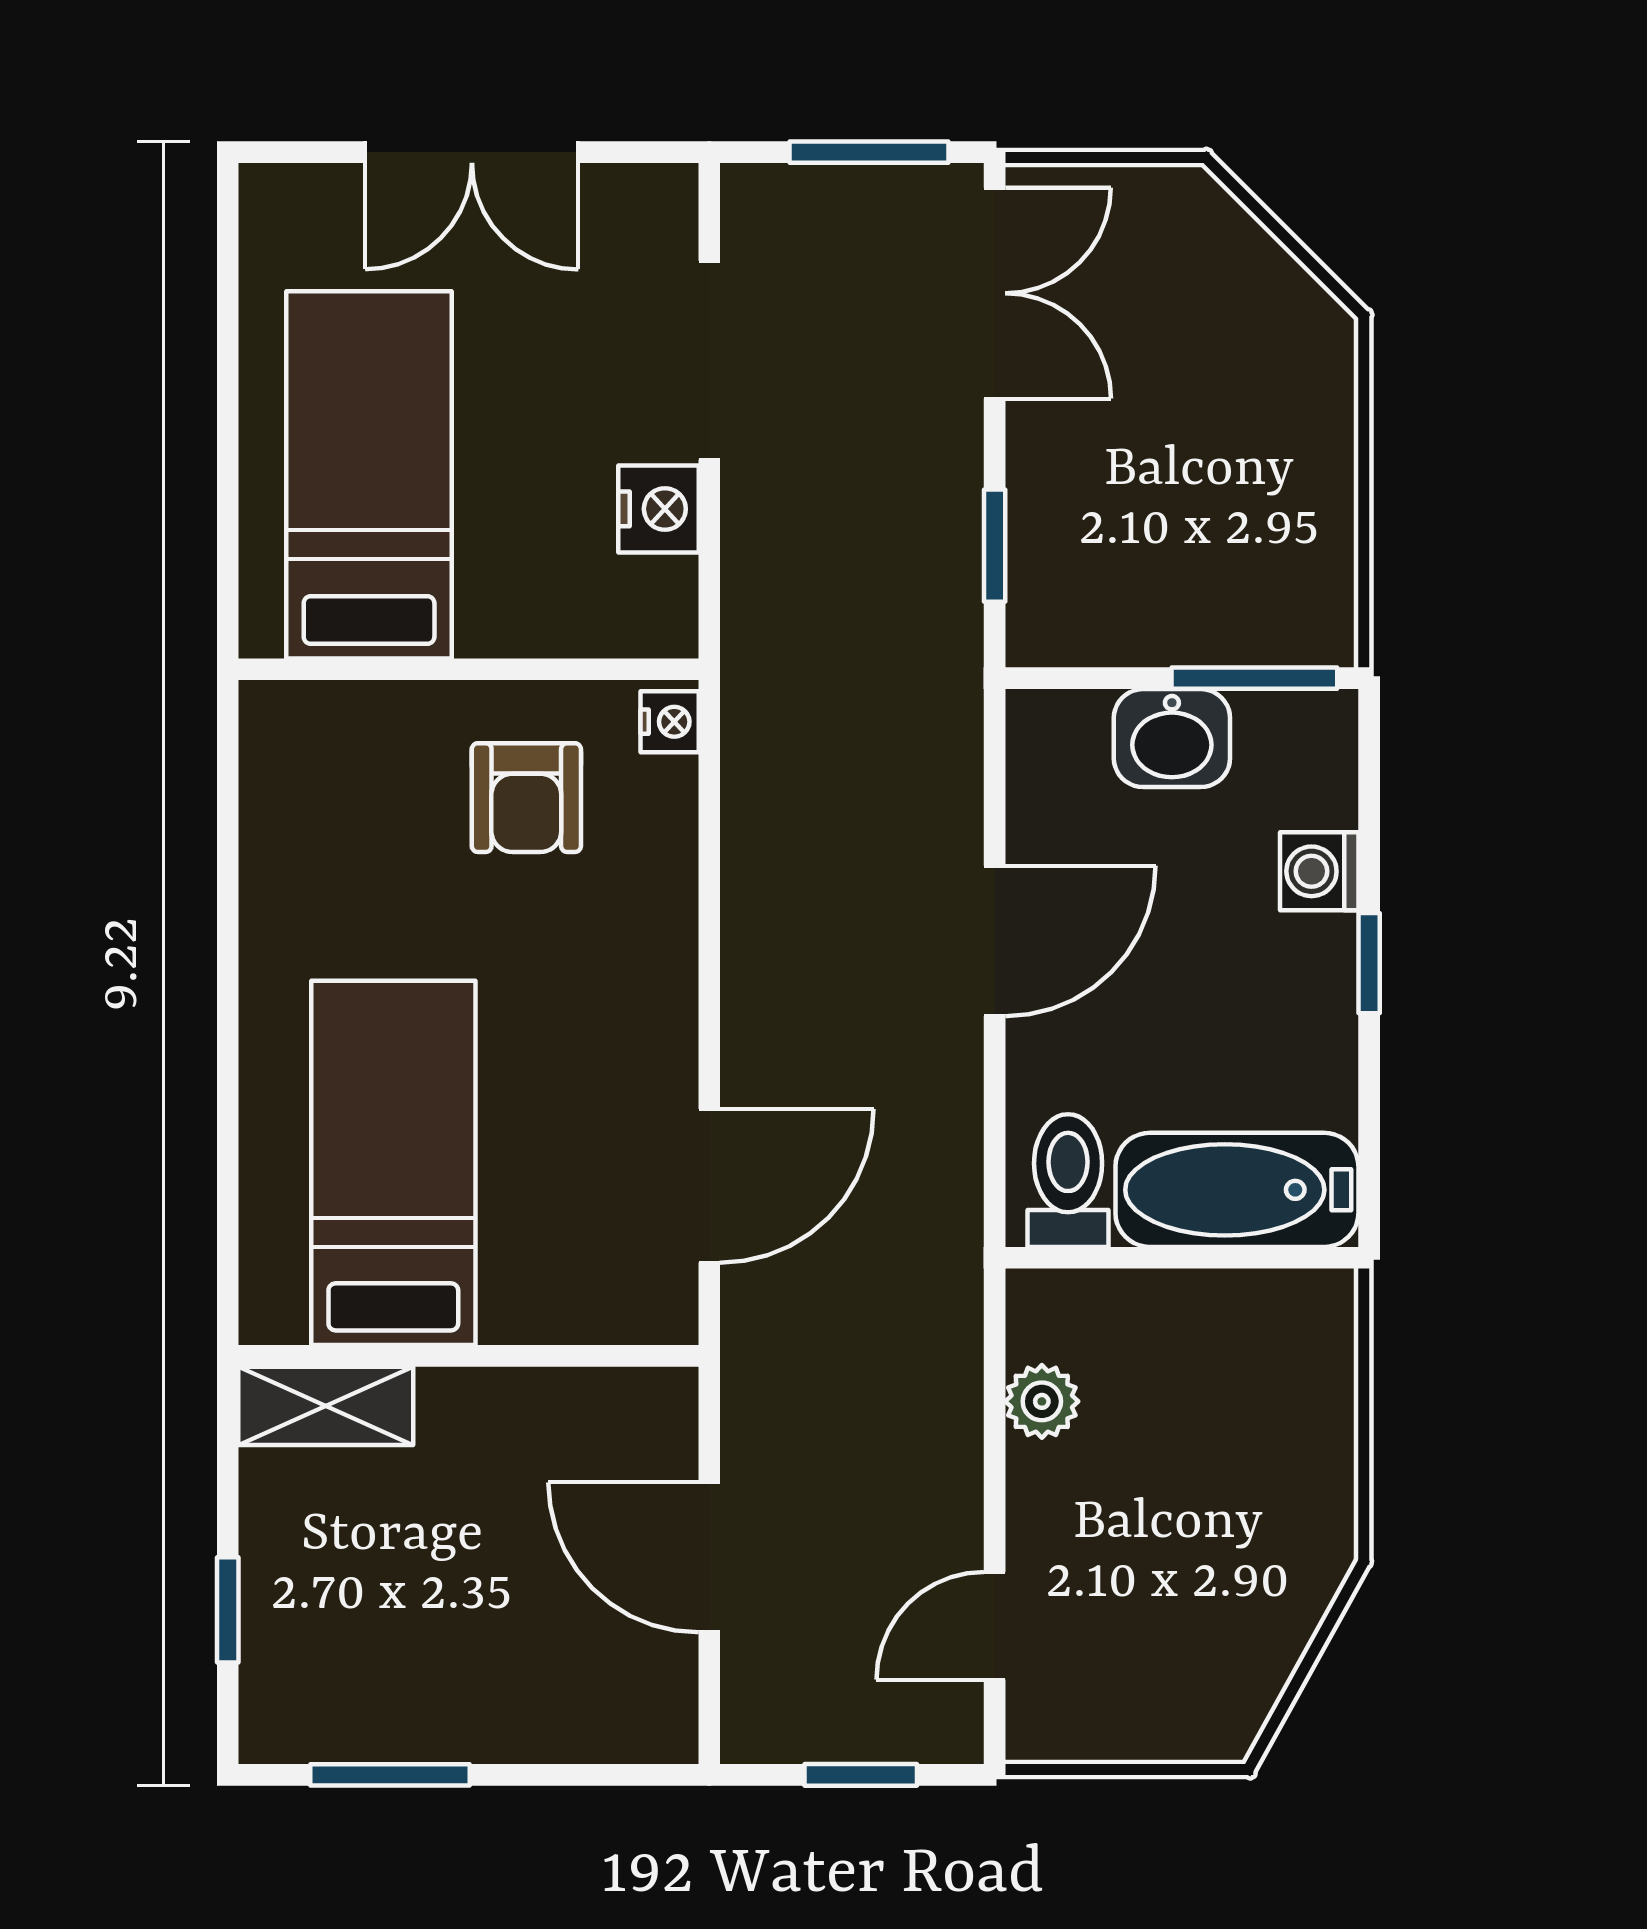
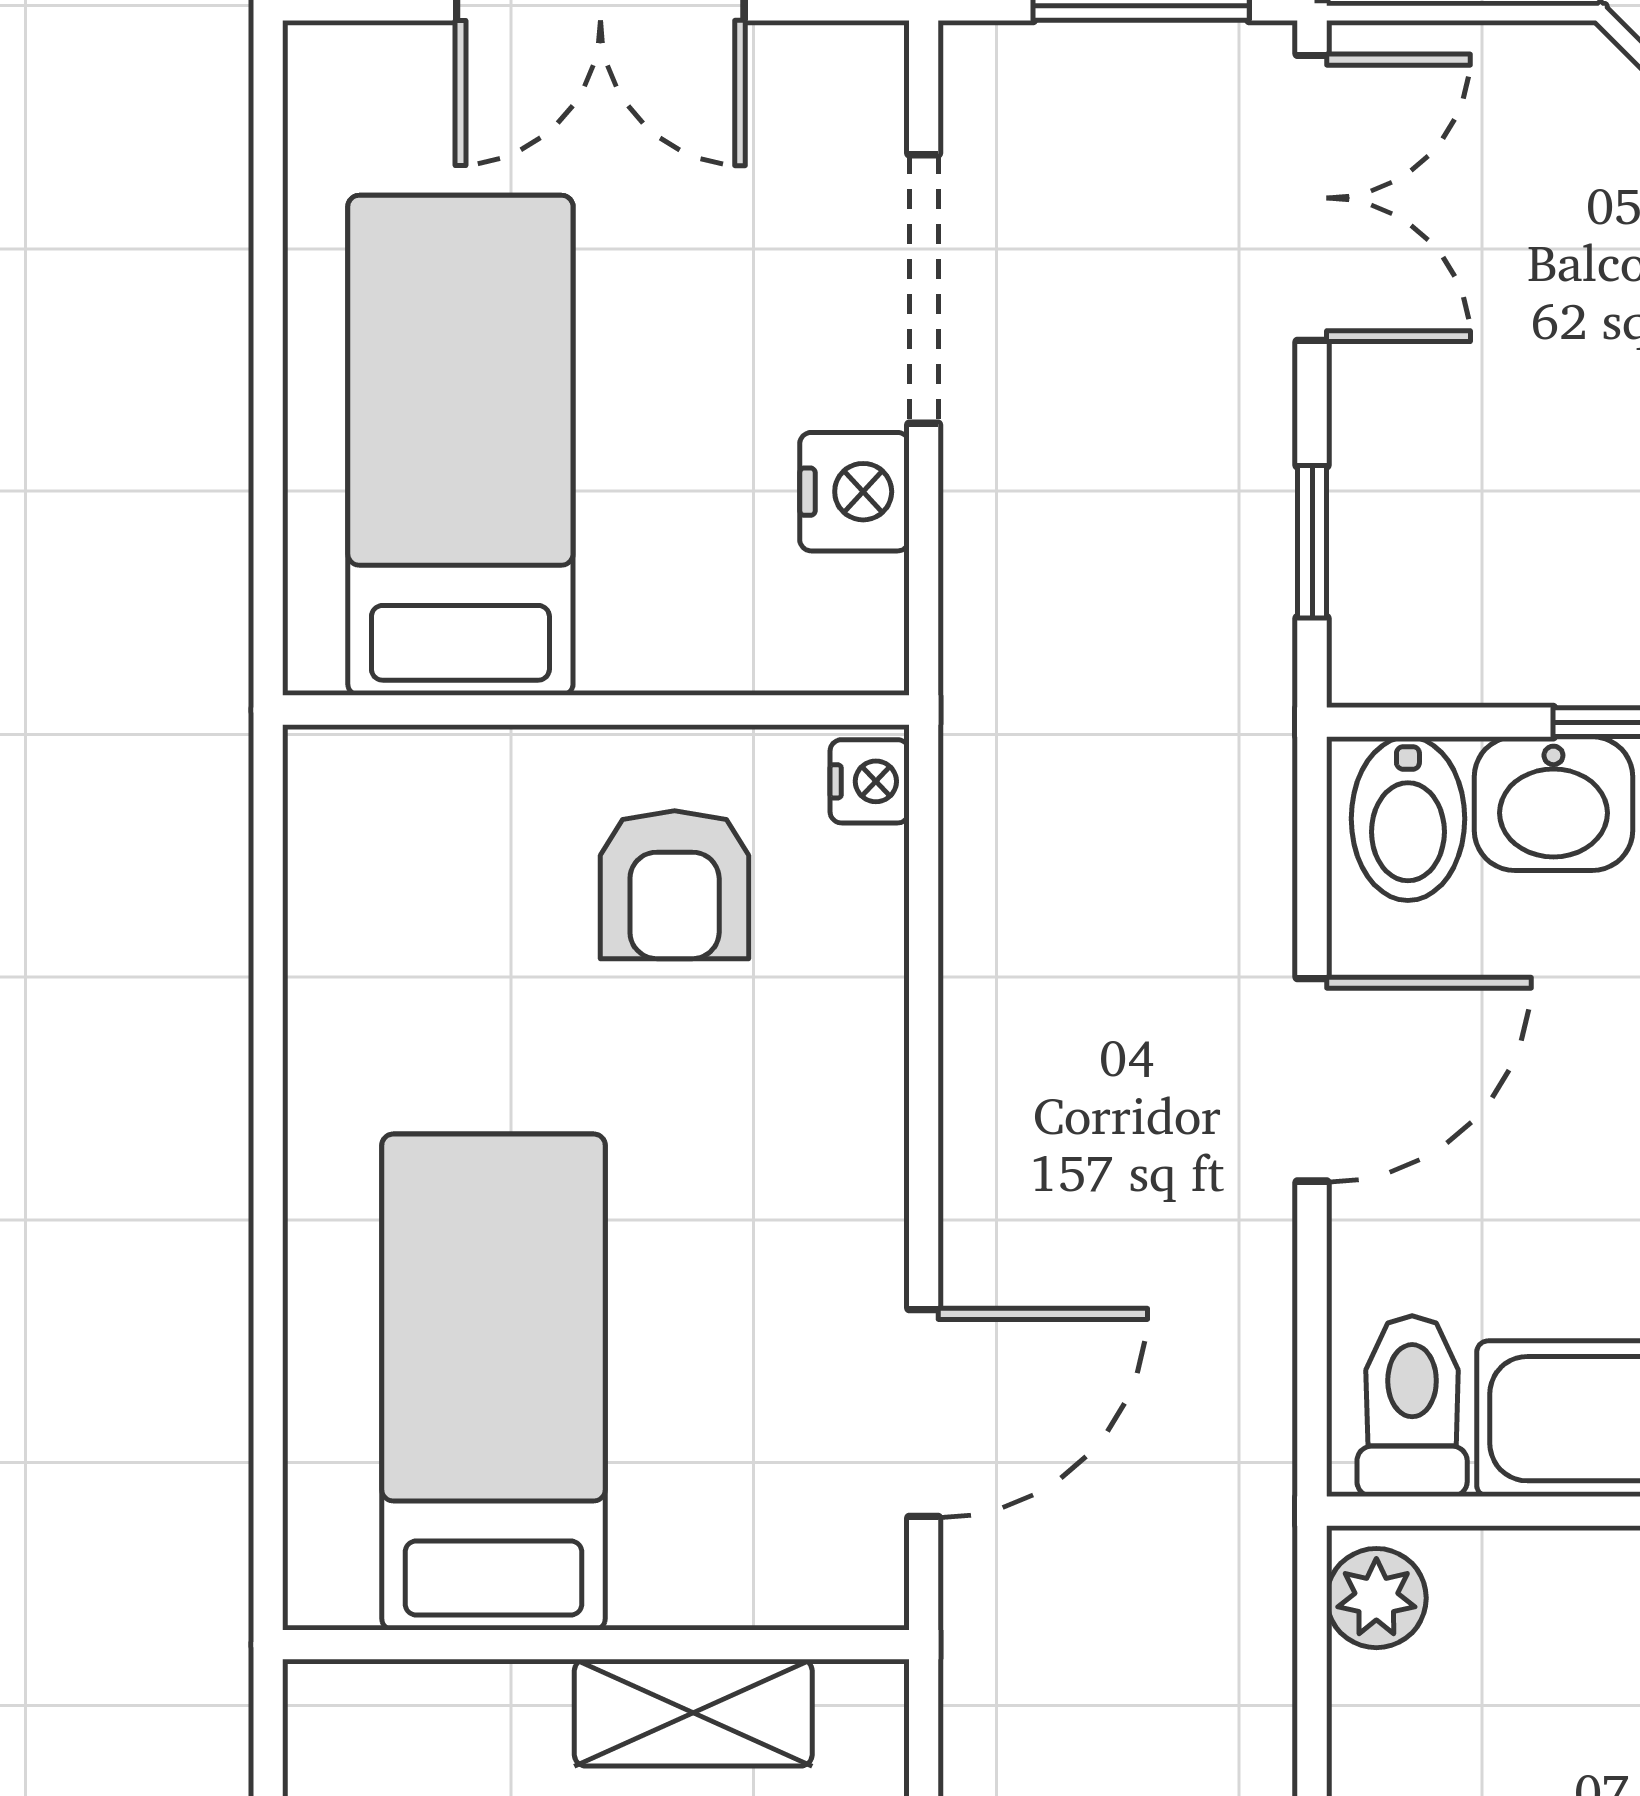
bidet: (1065, 749) -> (1408, 819), added
plant: (1042, 1401) -> (1376, 1598), moved
shelving: (326, 1406) -> (693, 1713), moved

